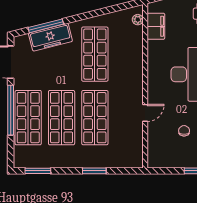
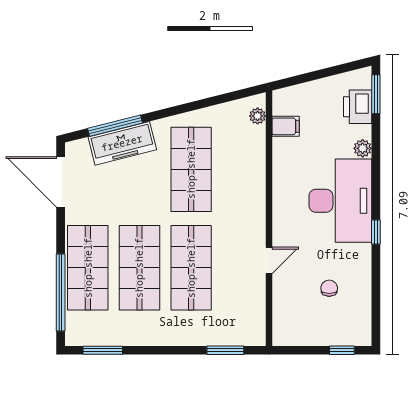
filing cabinet: (156, 26) -> (286, 126), width x0.50
window: (11, 110) -> (61, 293), moved
window: (94, 171) -> (225, 350), moved

